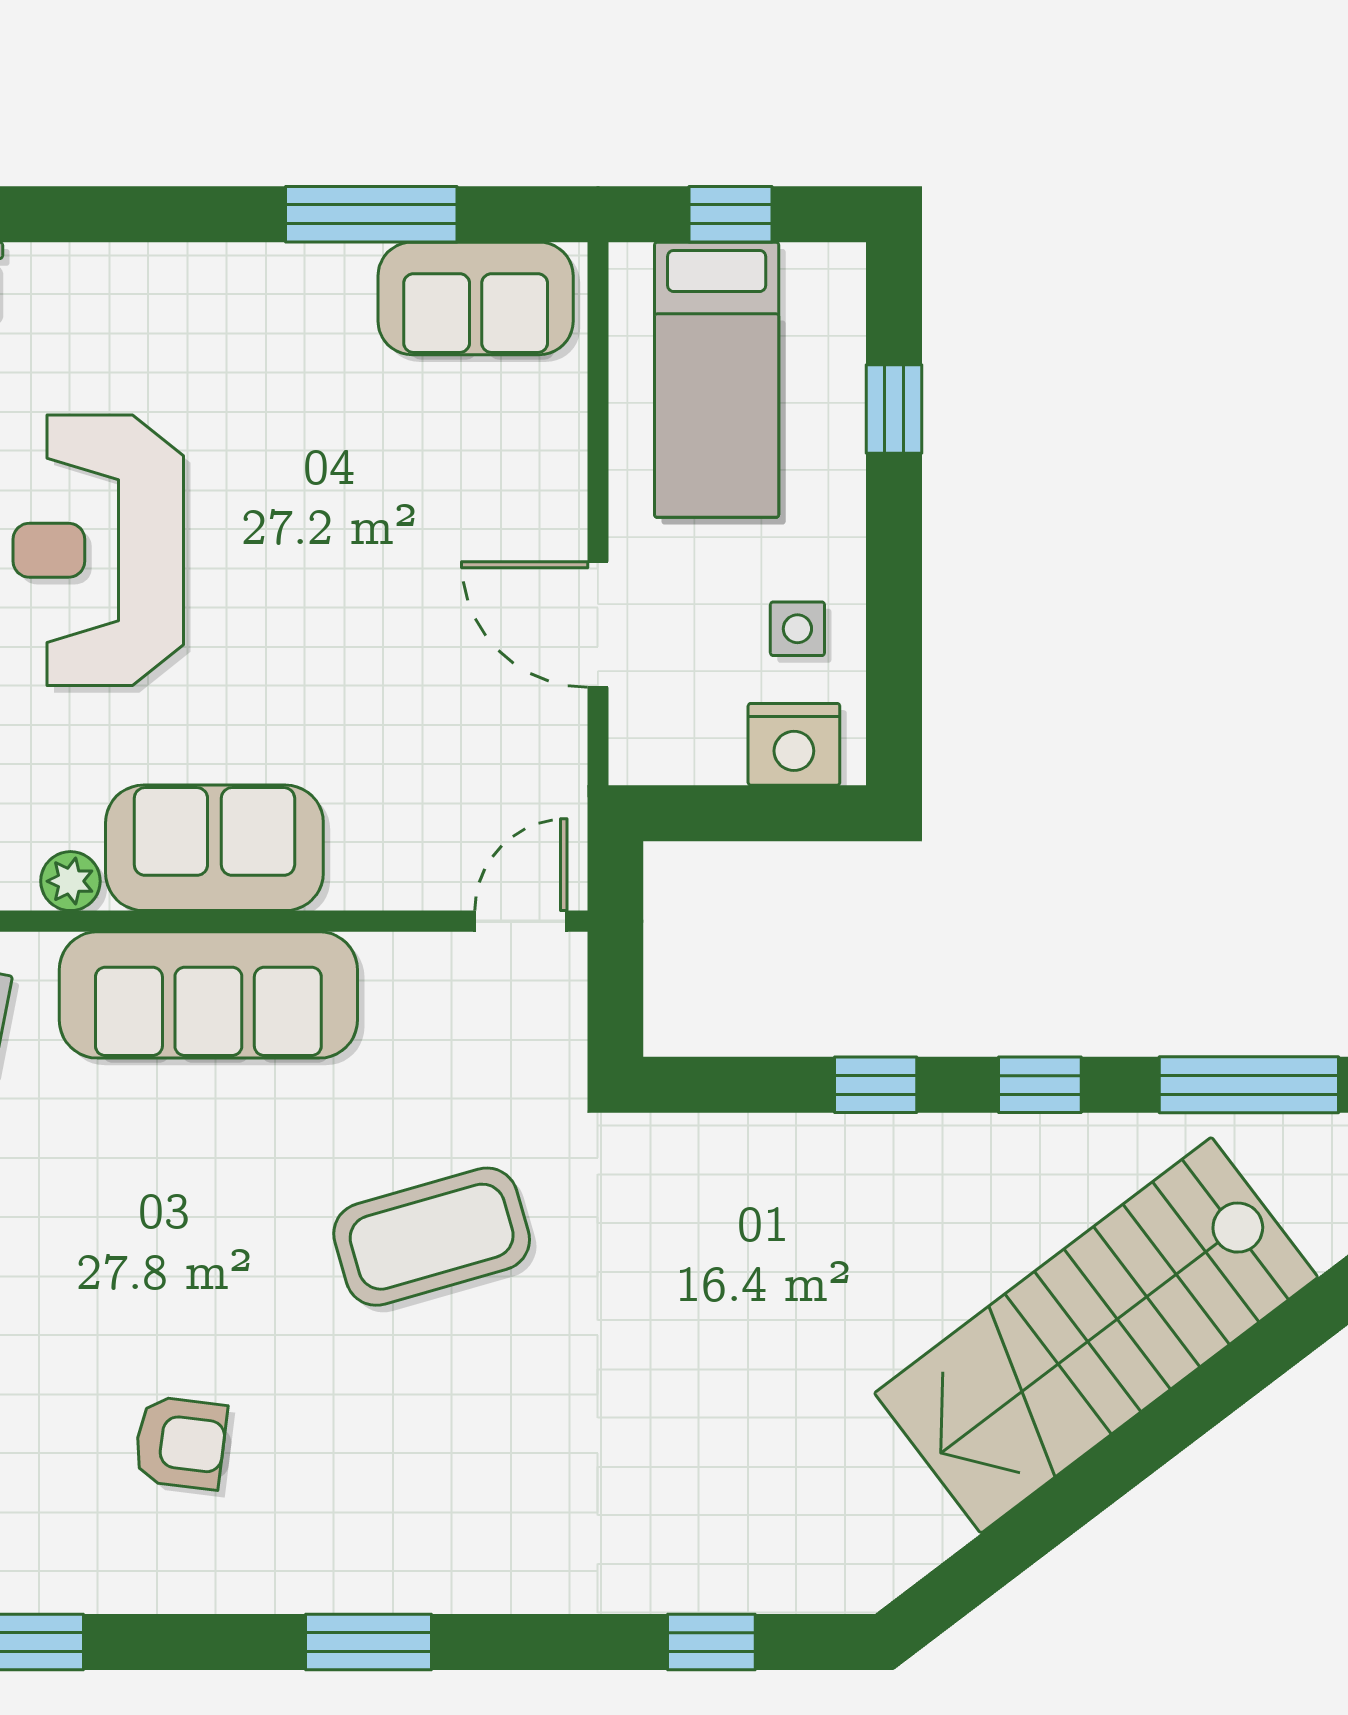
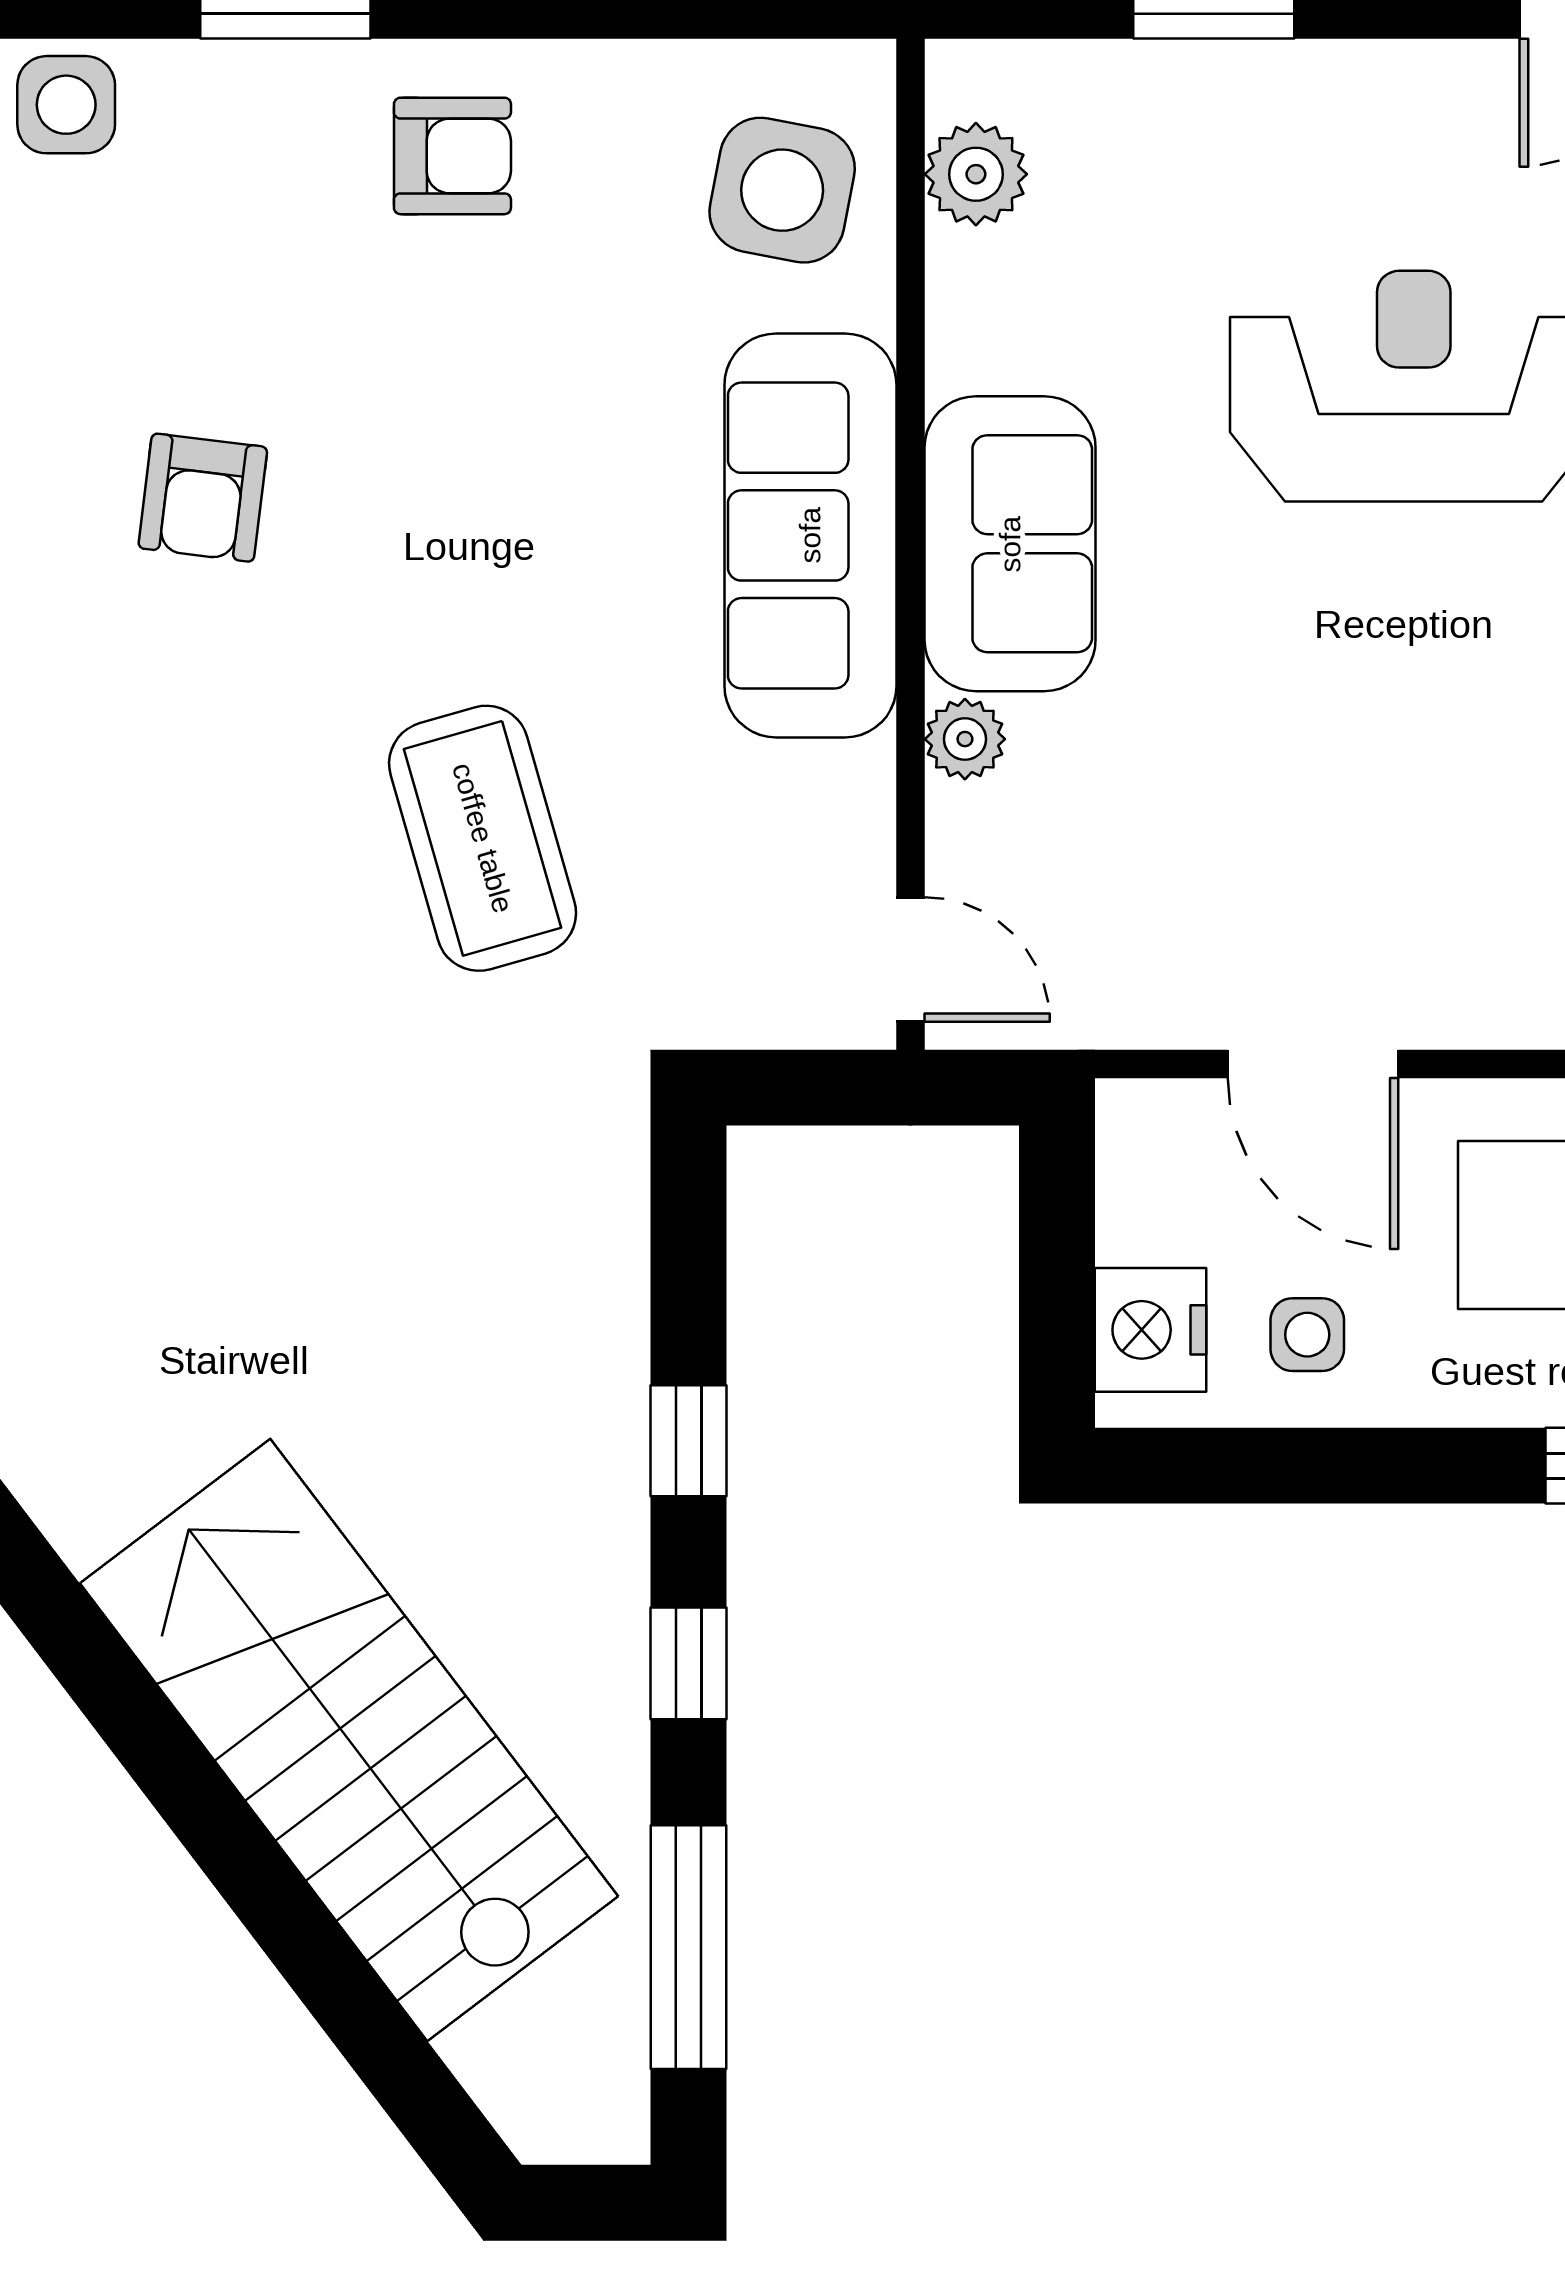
door: (598, 624) -> (1313, 1064), swing flipped
plant: (70, 881) -> (965, 739), moved

